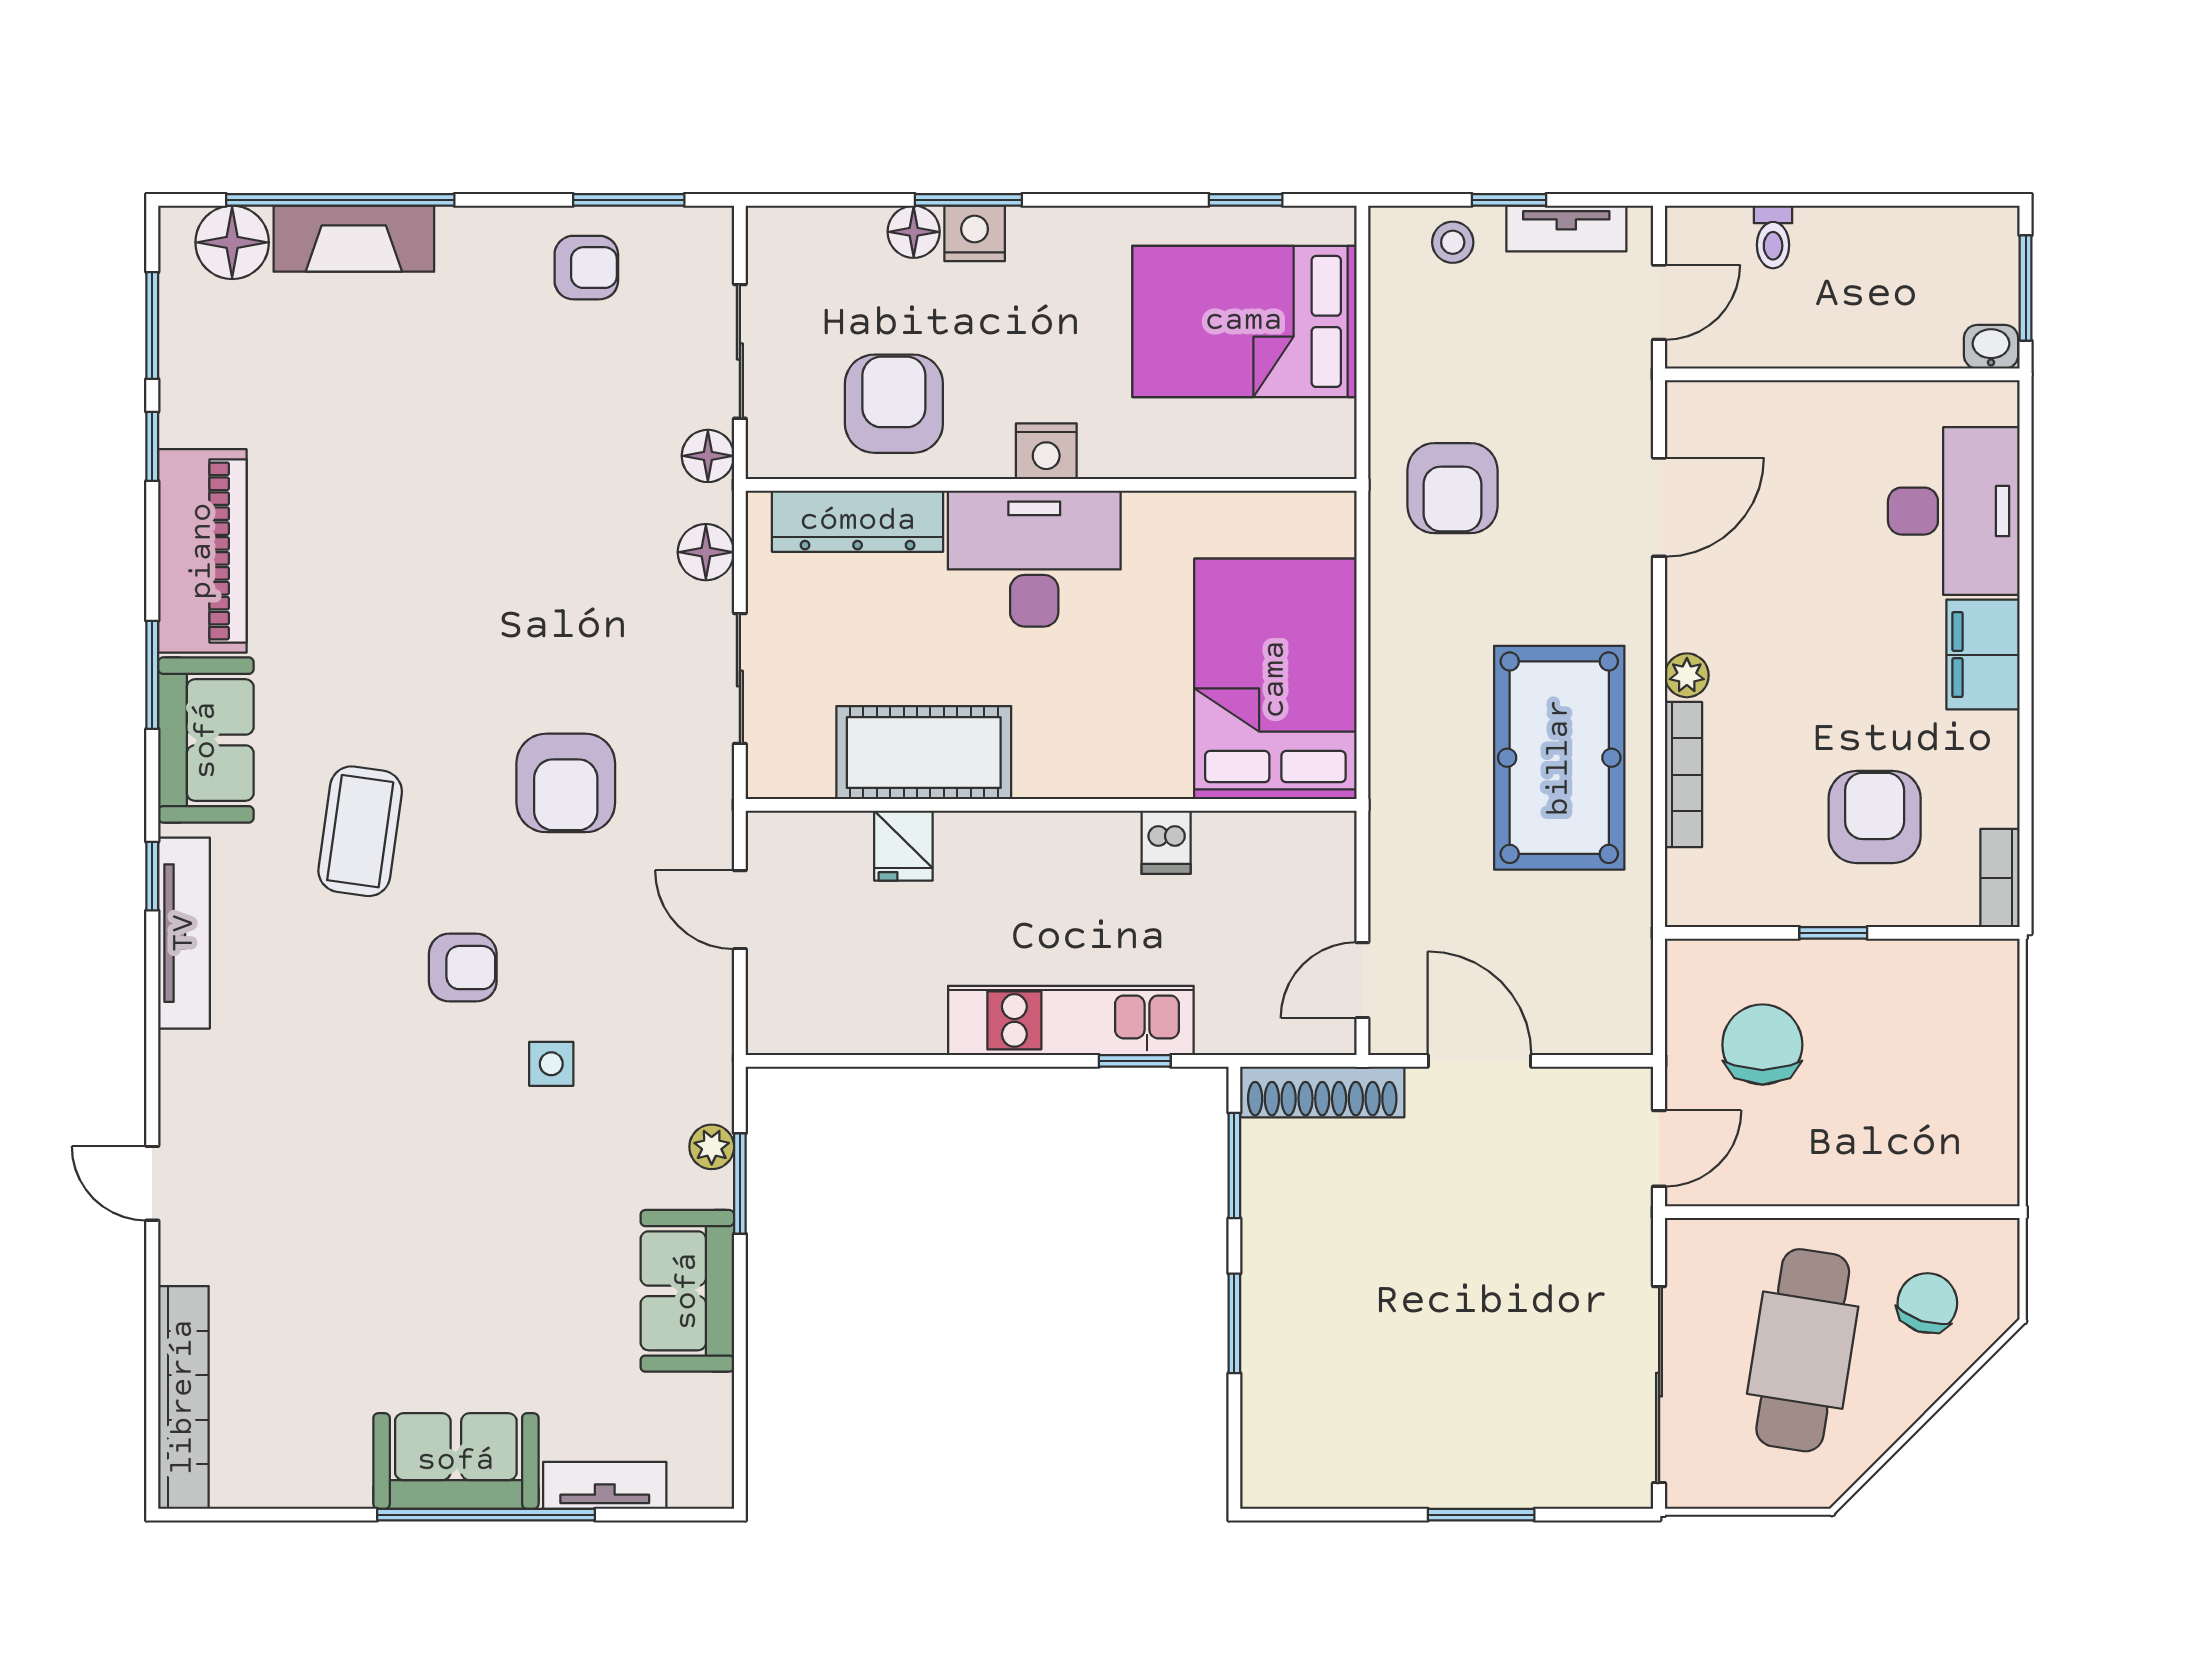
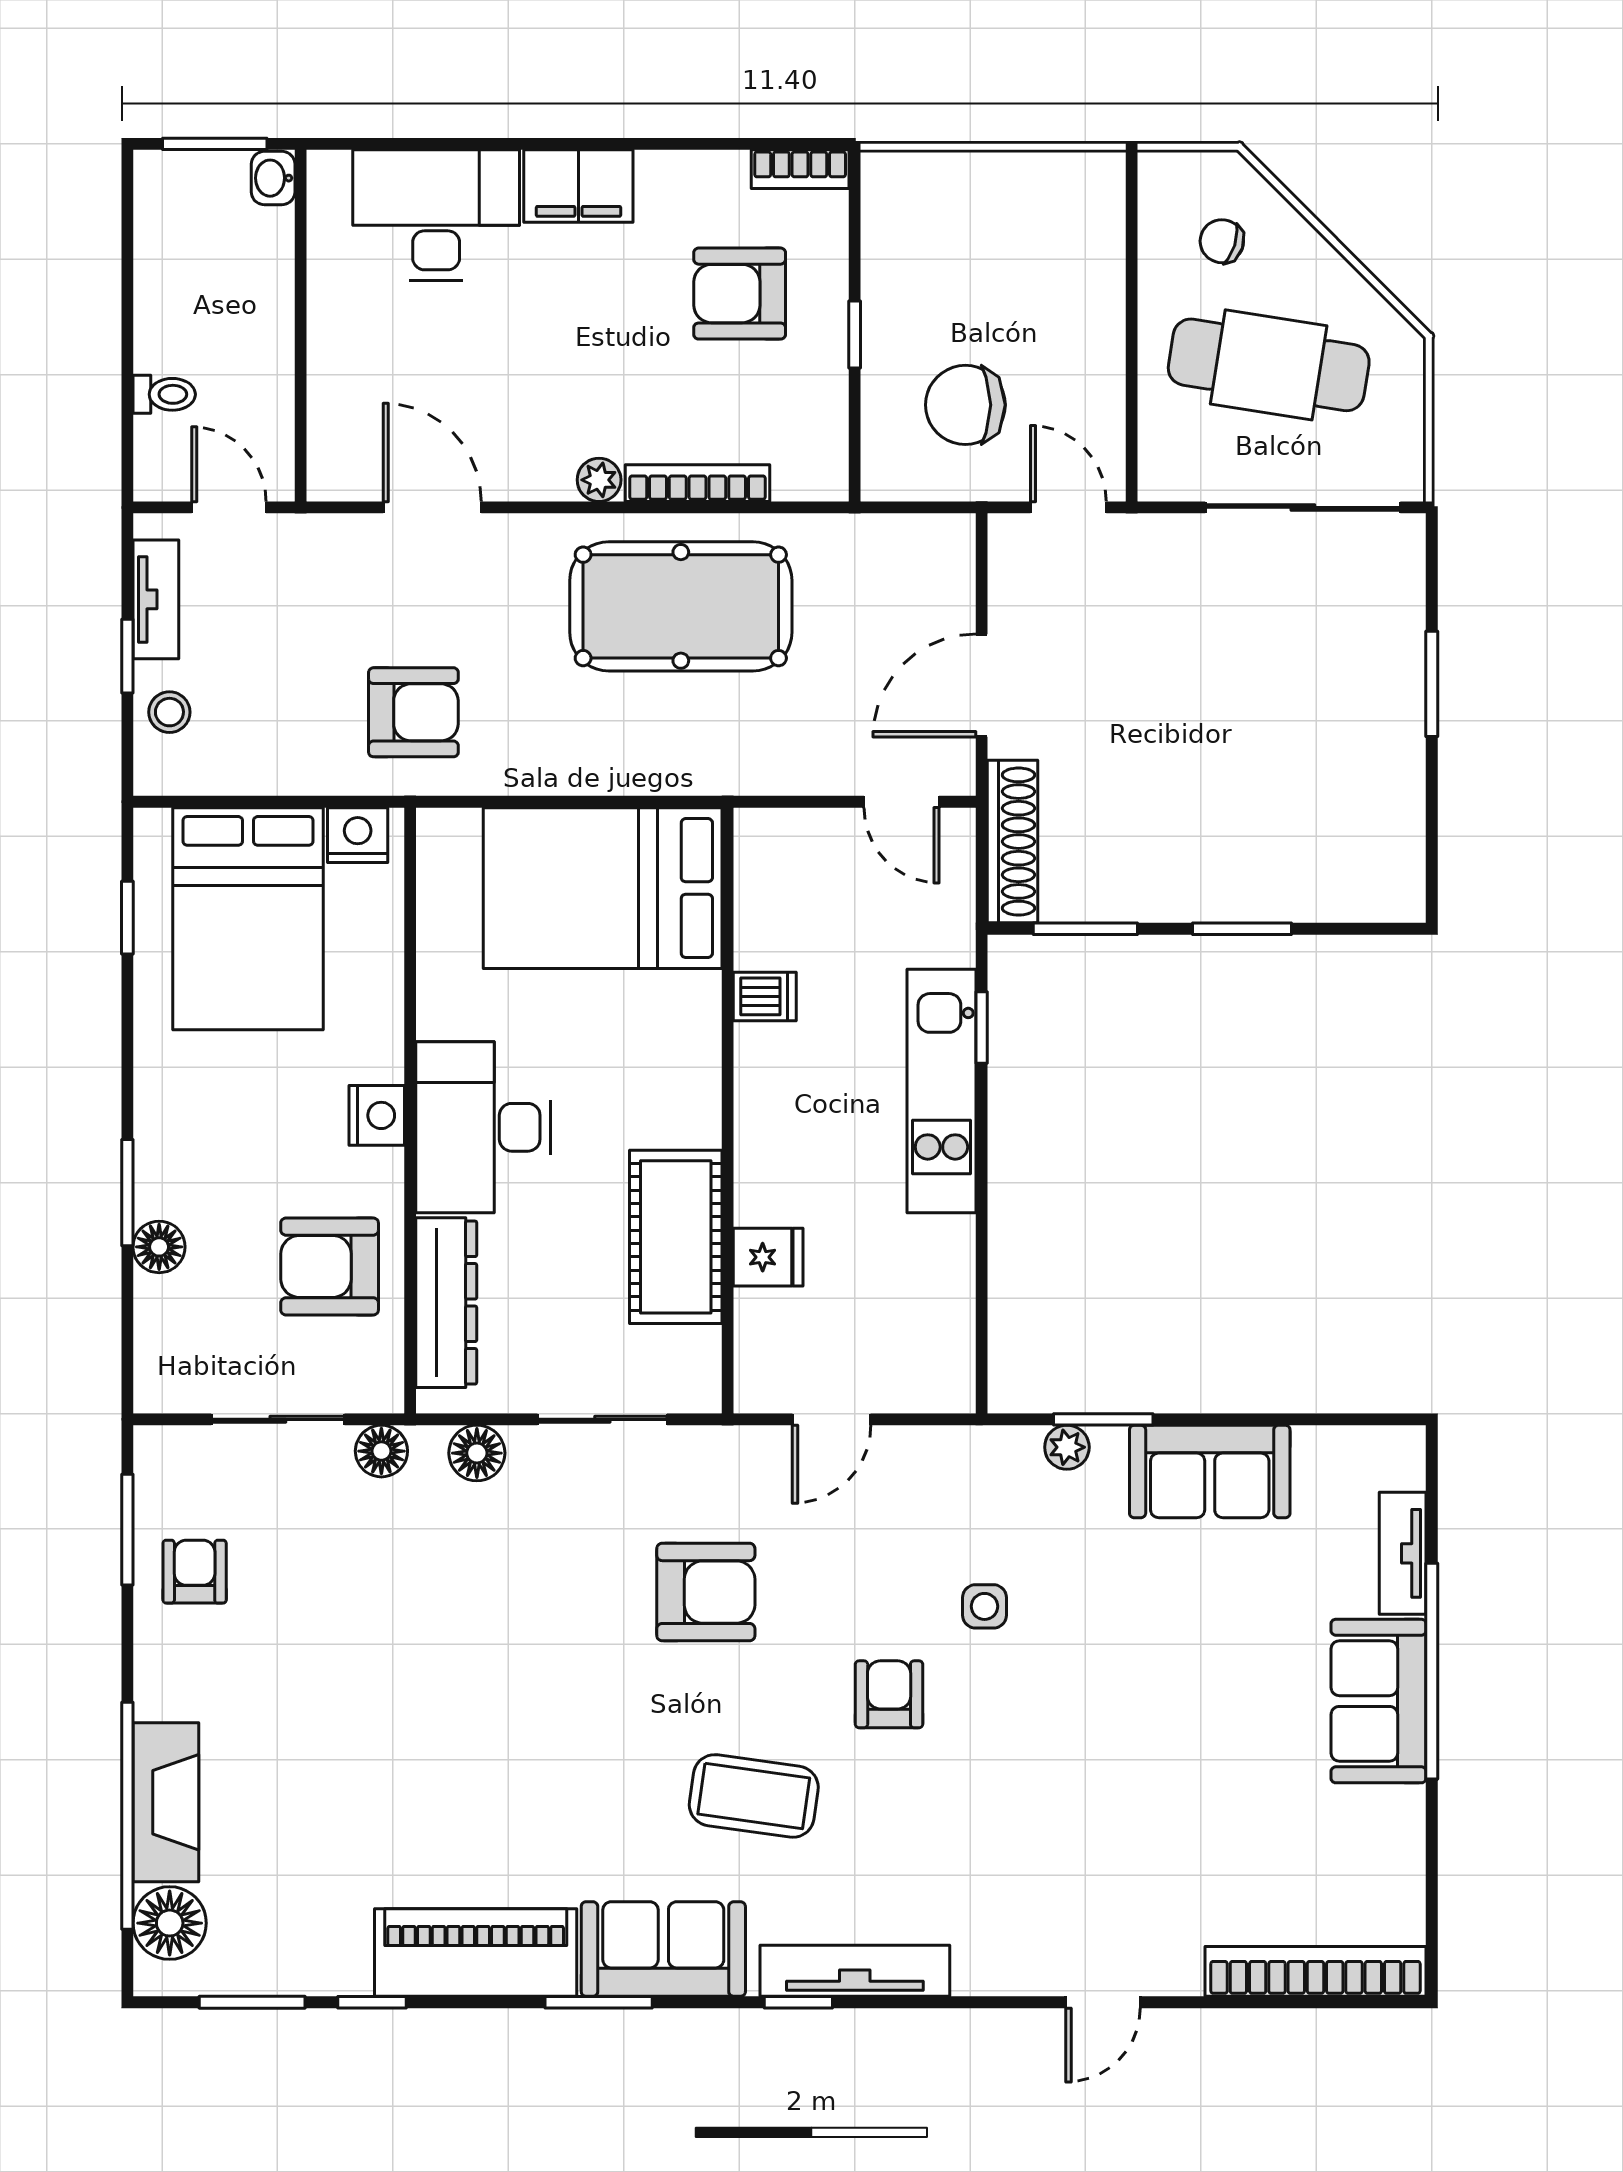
nightstand: (975, 233) -> (358, 835), moved, turned 90
chair: (1927, 1303) -> (1222, 241), width x0.73, depth x0.73

